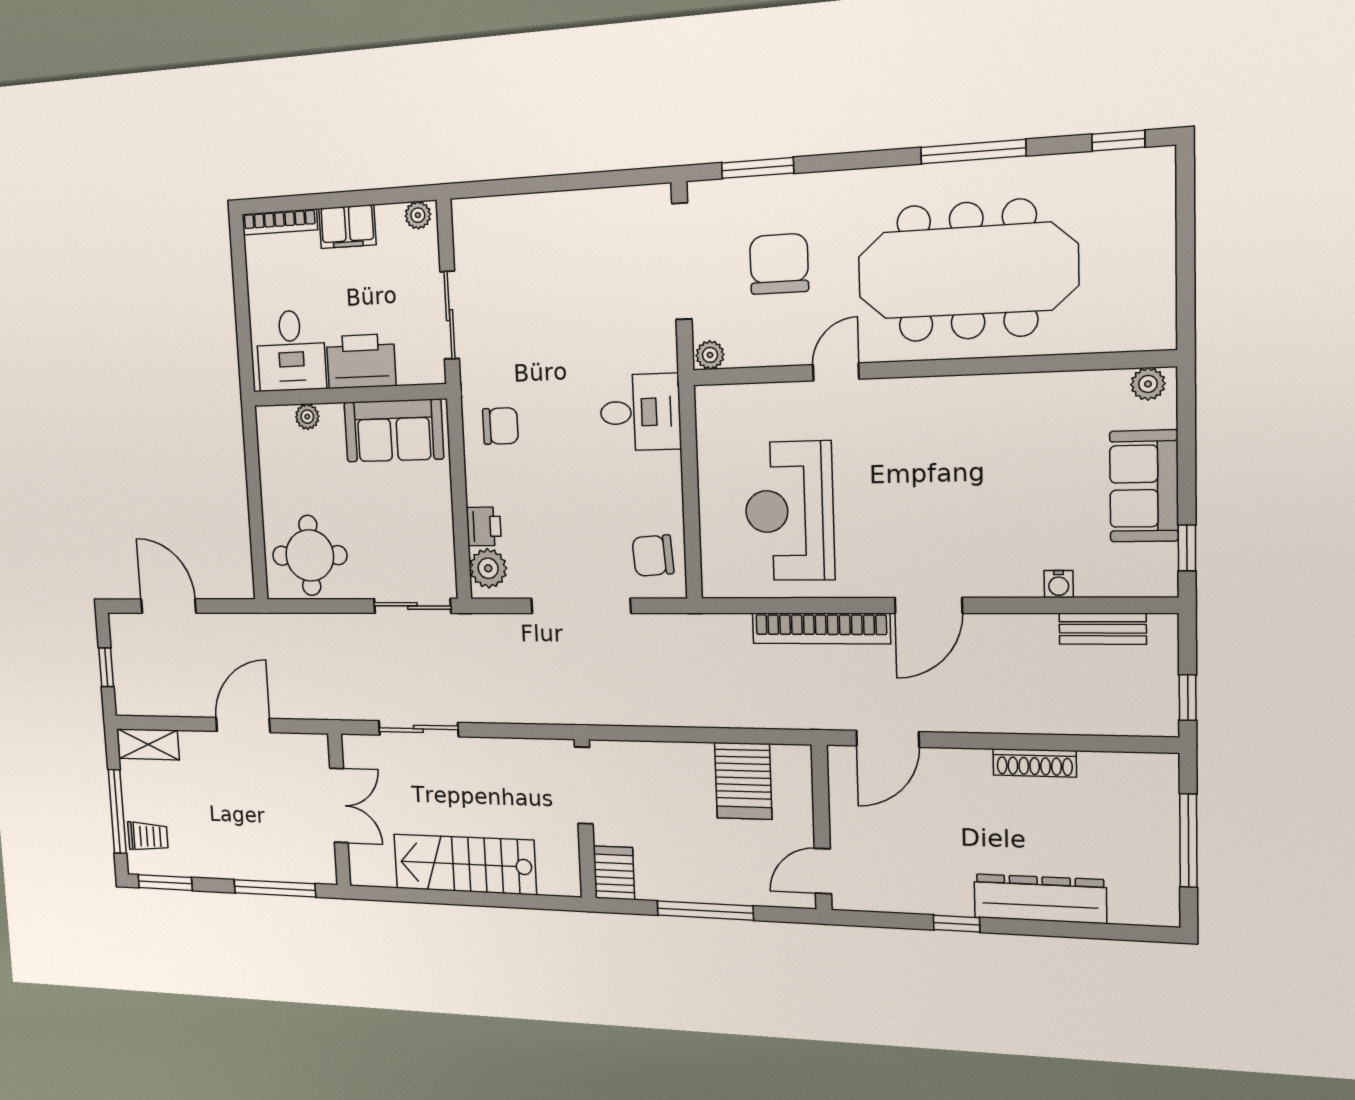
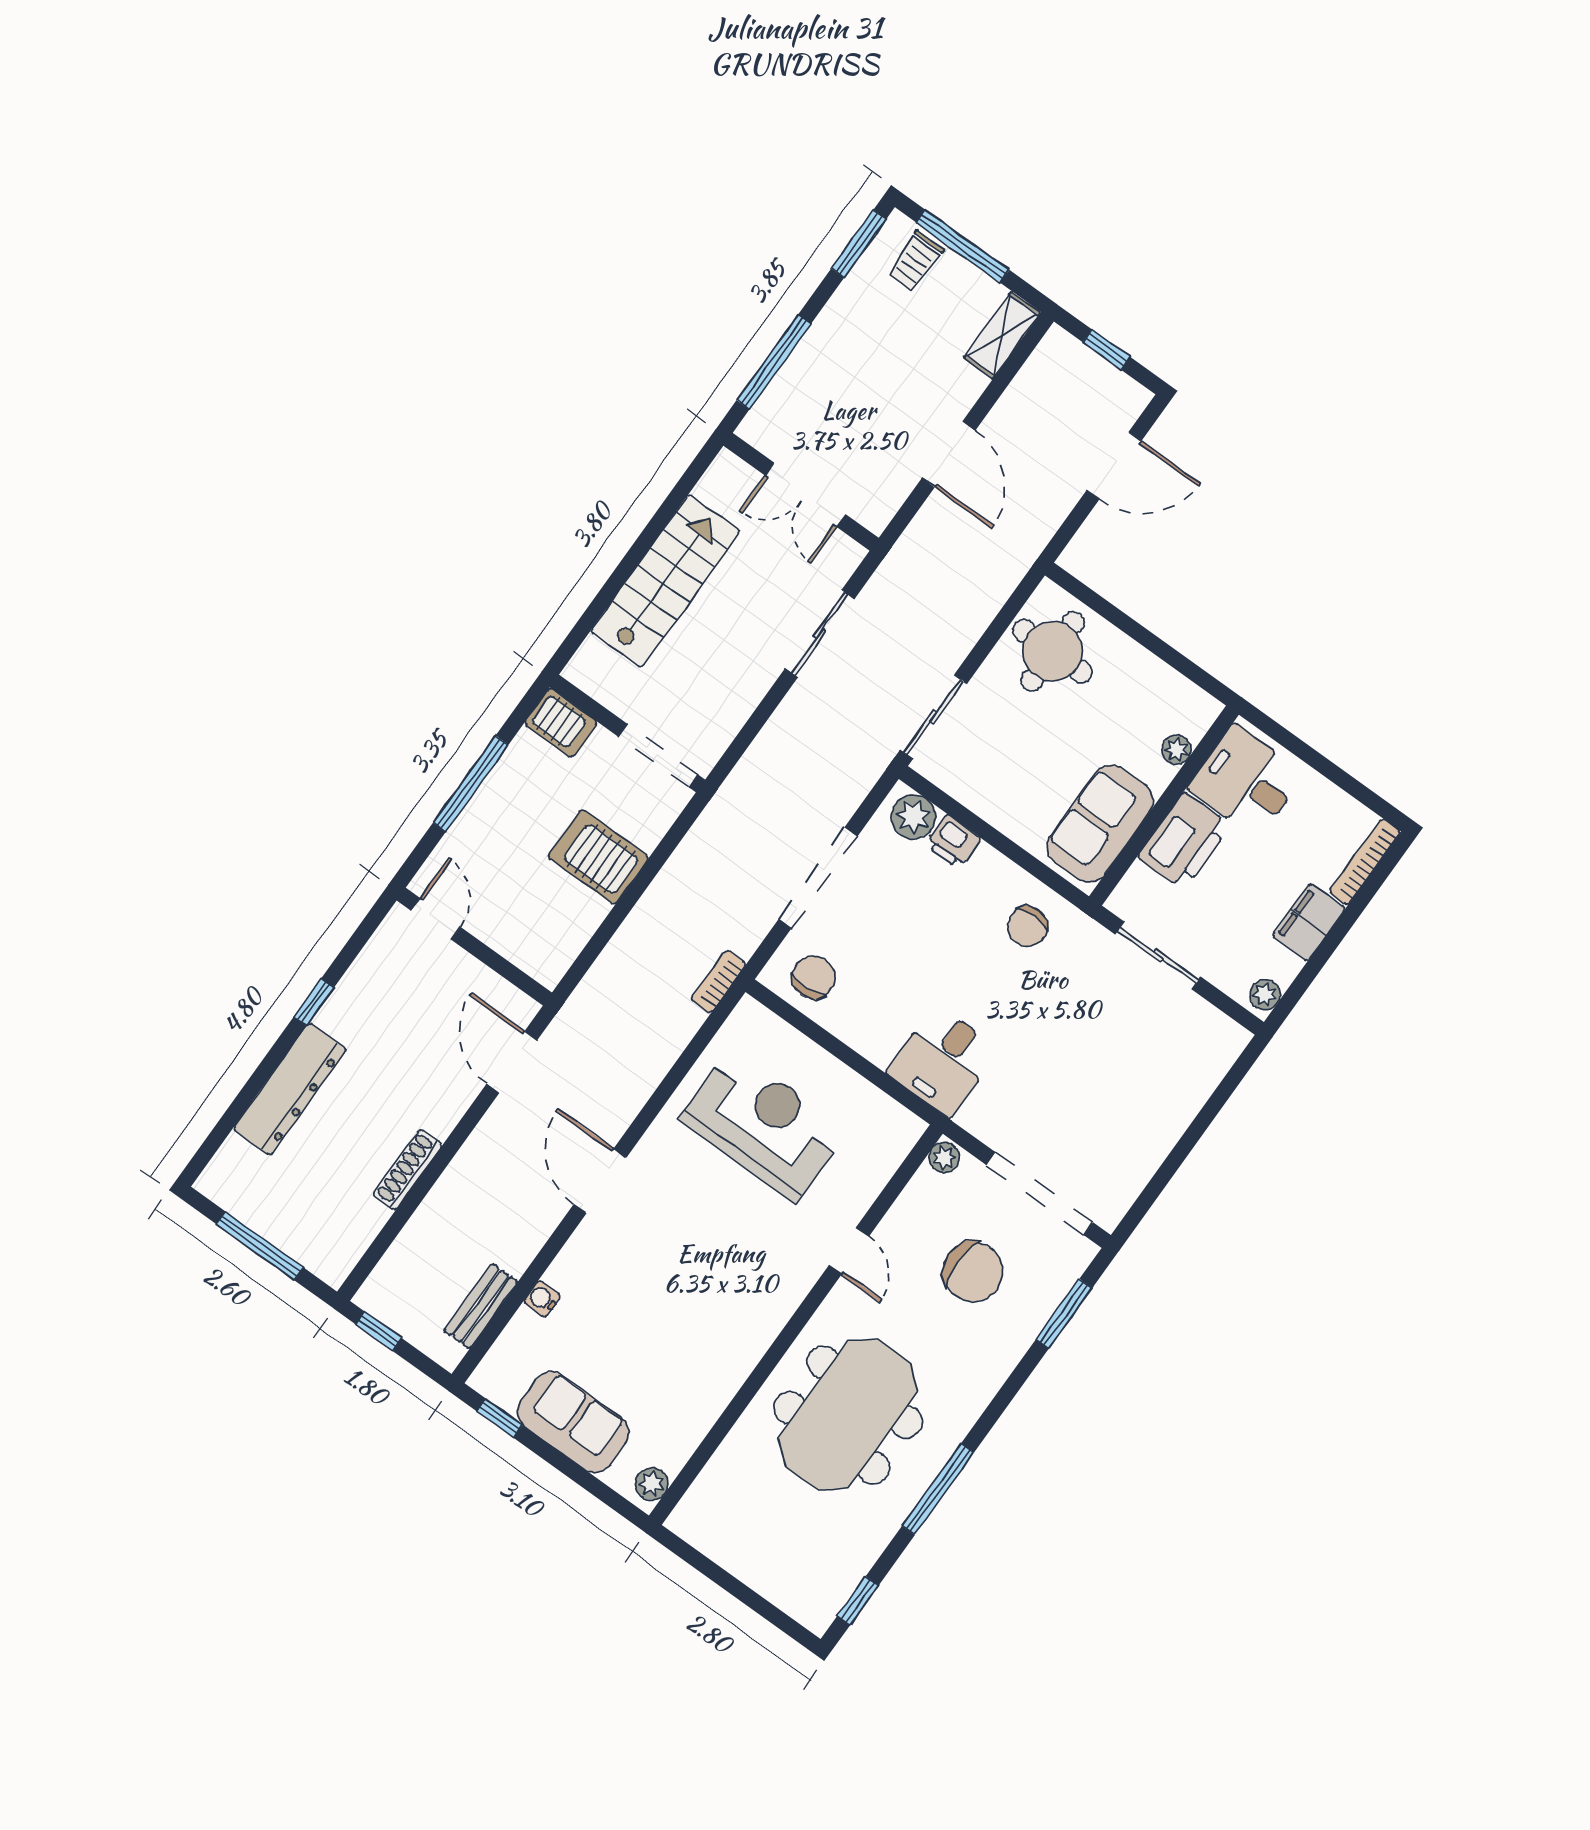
meeting table: (967, 271) -> (848, 1415), width x0.73
bookcase: (821, 628) -> (718, 982), moved, width x0.43, depth x0.76
server rack: (743, 781) -> (598, 857), moved

